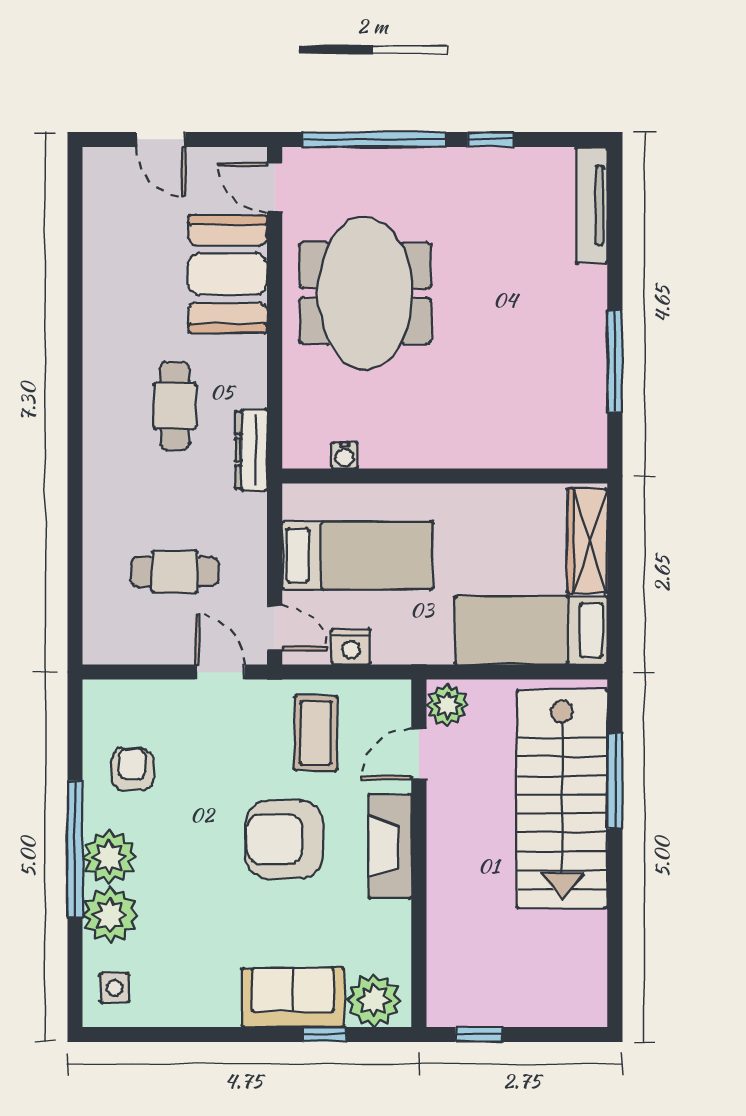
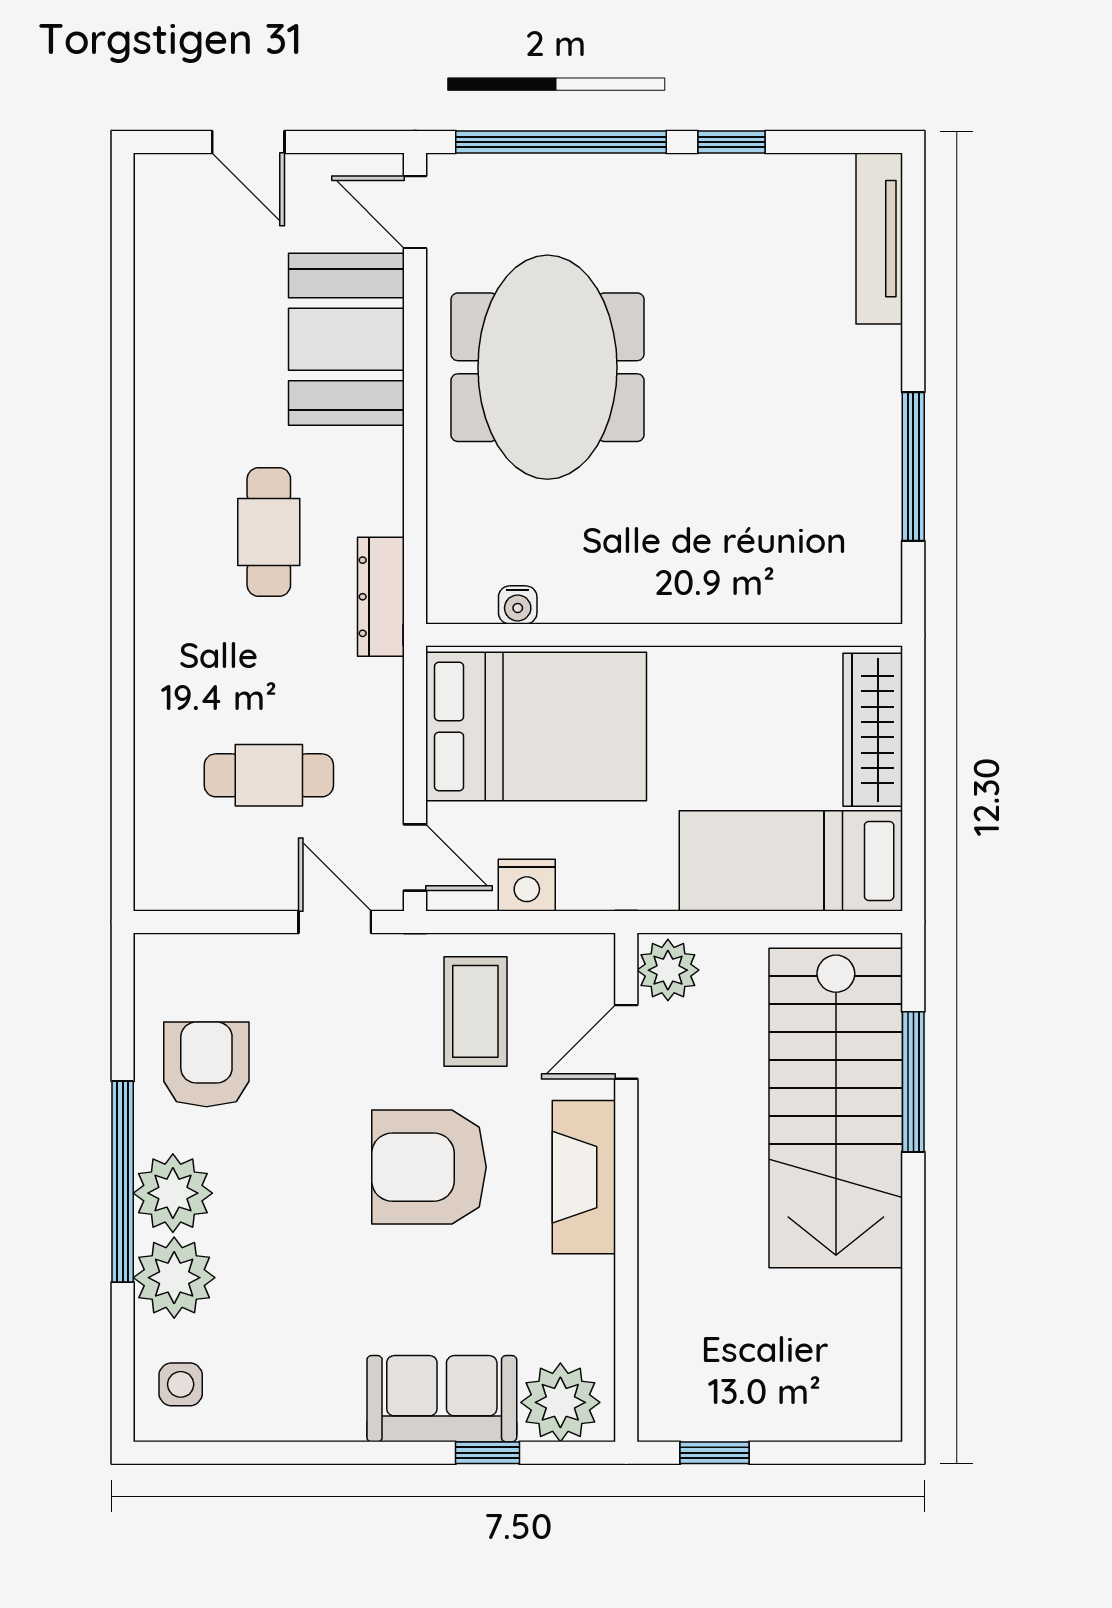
bed: (357, 555) -> (536, 727), width x1.50
armchair: (132, 769) -> (206, 1064), width x1.38, depth x1.38

